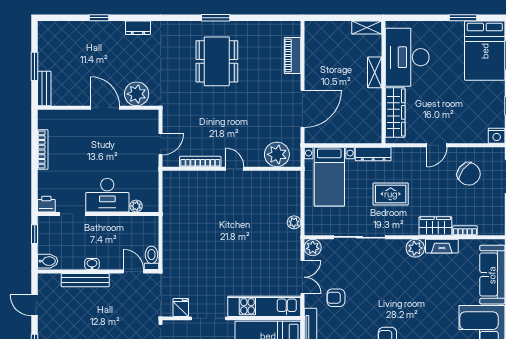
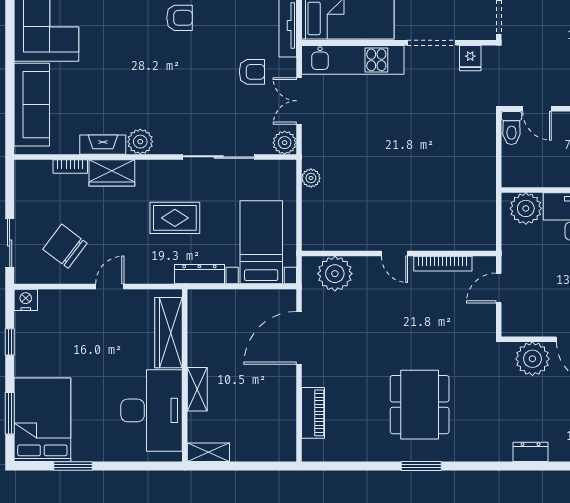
plant: (136, 206) -> (526, 208), width x1.88, depth x1.88

